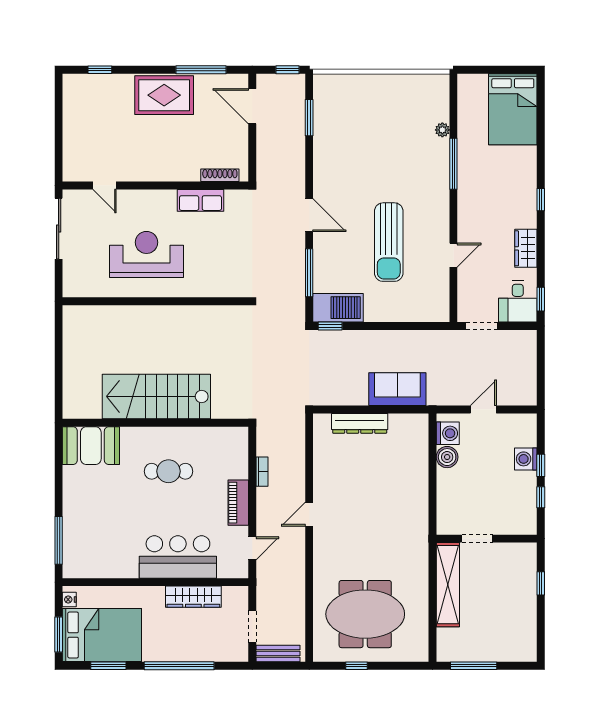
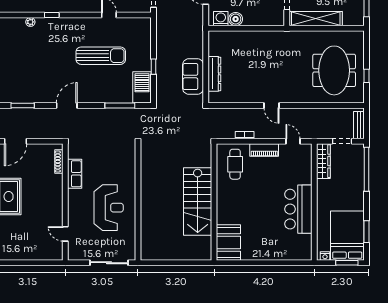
window: (453, 164) -> (52, 15), width x0.46
door: (105, 186) -> (65, 234), swing flipped
door: (309, 215) -> (67, 106), moved
sliding door: (59, 229) -> (109, 263), moved
reception desk: (146, 254) -> (109, 208), turned 180
window: (330, 326) -> (153, 67), moved
sofa: (397, 389) -> (193, 77), moved
cafe table: (168, 471) -> (235, 164), moved
window: (59, 540) -> (288, 263), removed
bar counter: (178, 557) -> (298, 209), moved
wardrobe: (193, 597) -> (323, 161), moved
window: (179, 666) -> (367, 169), moved

